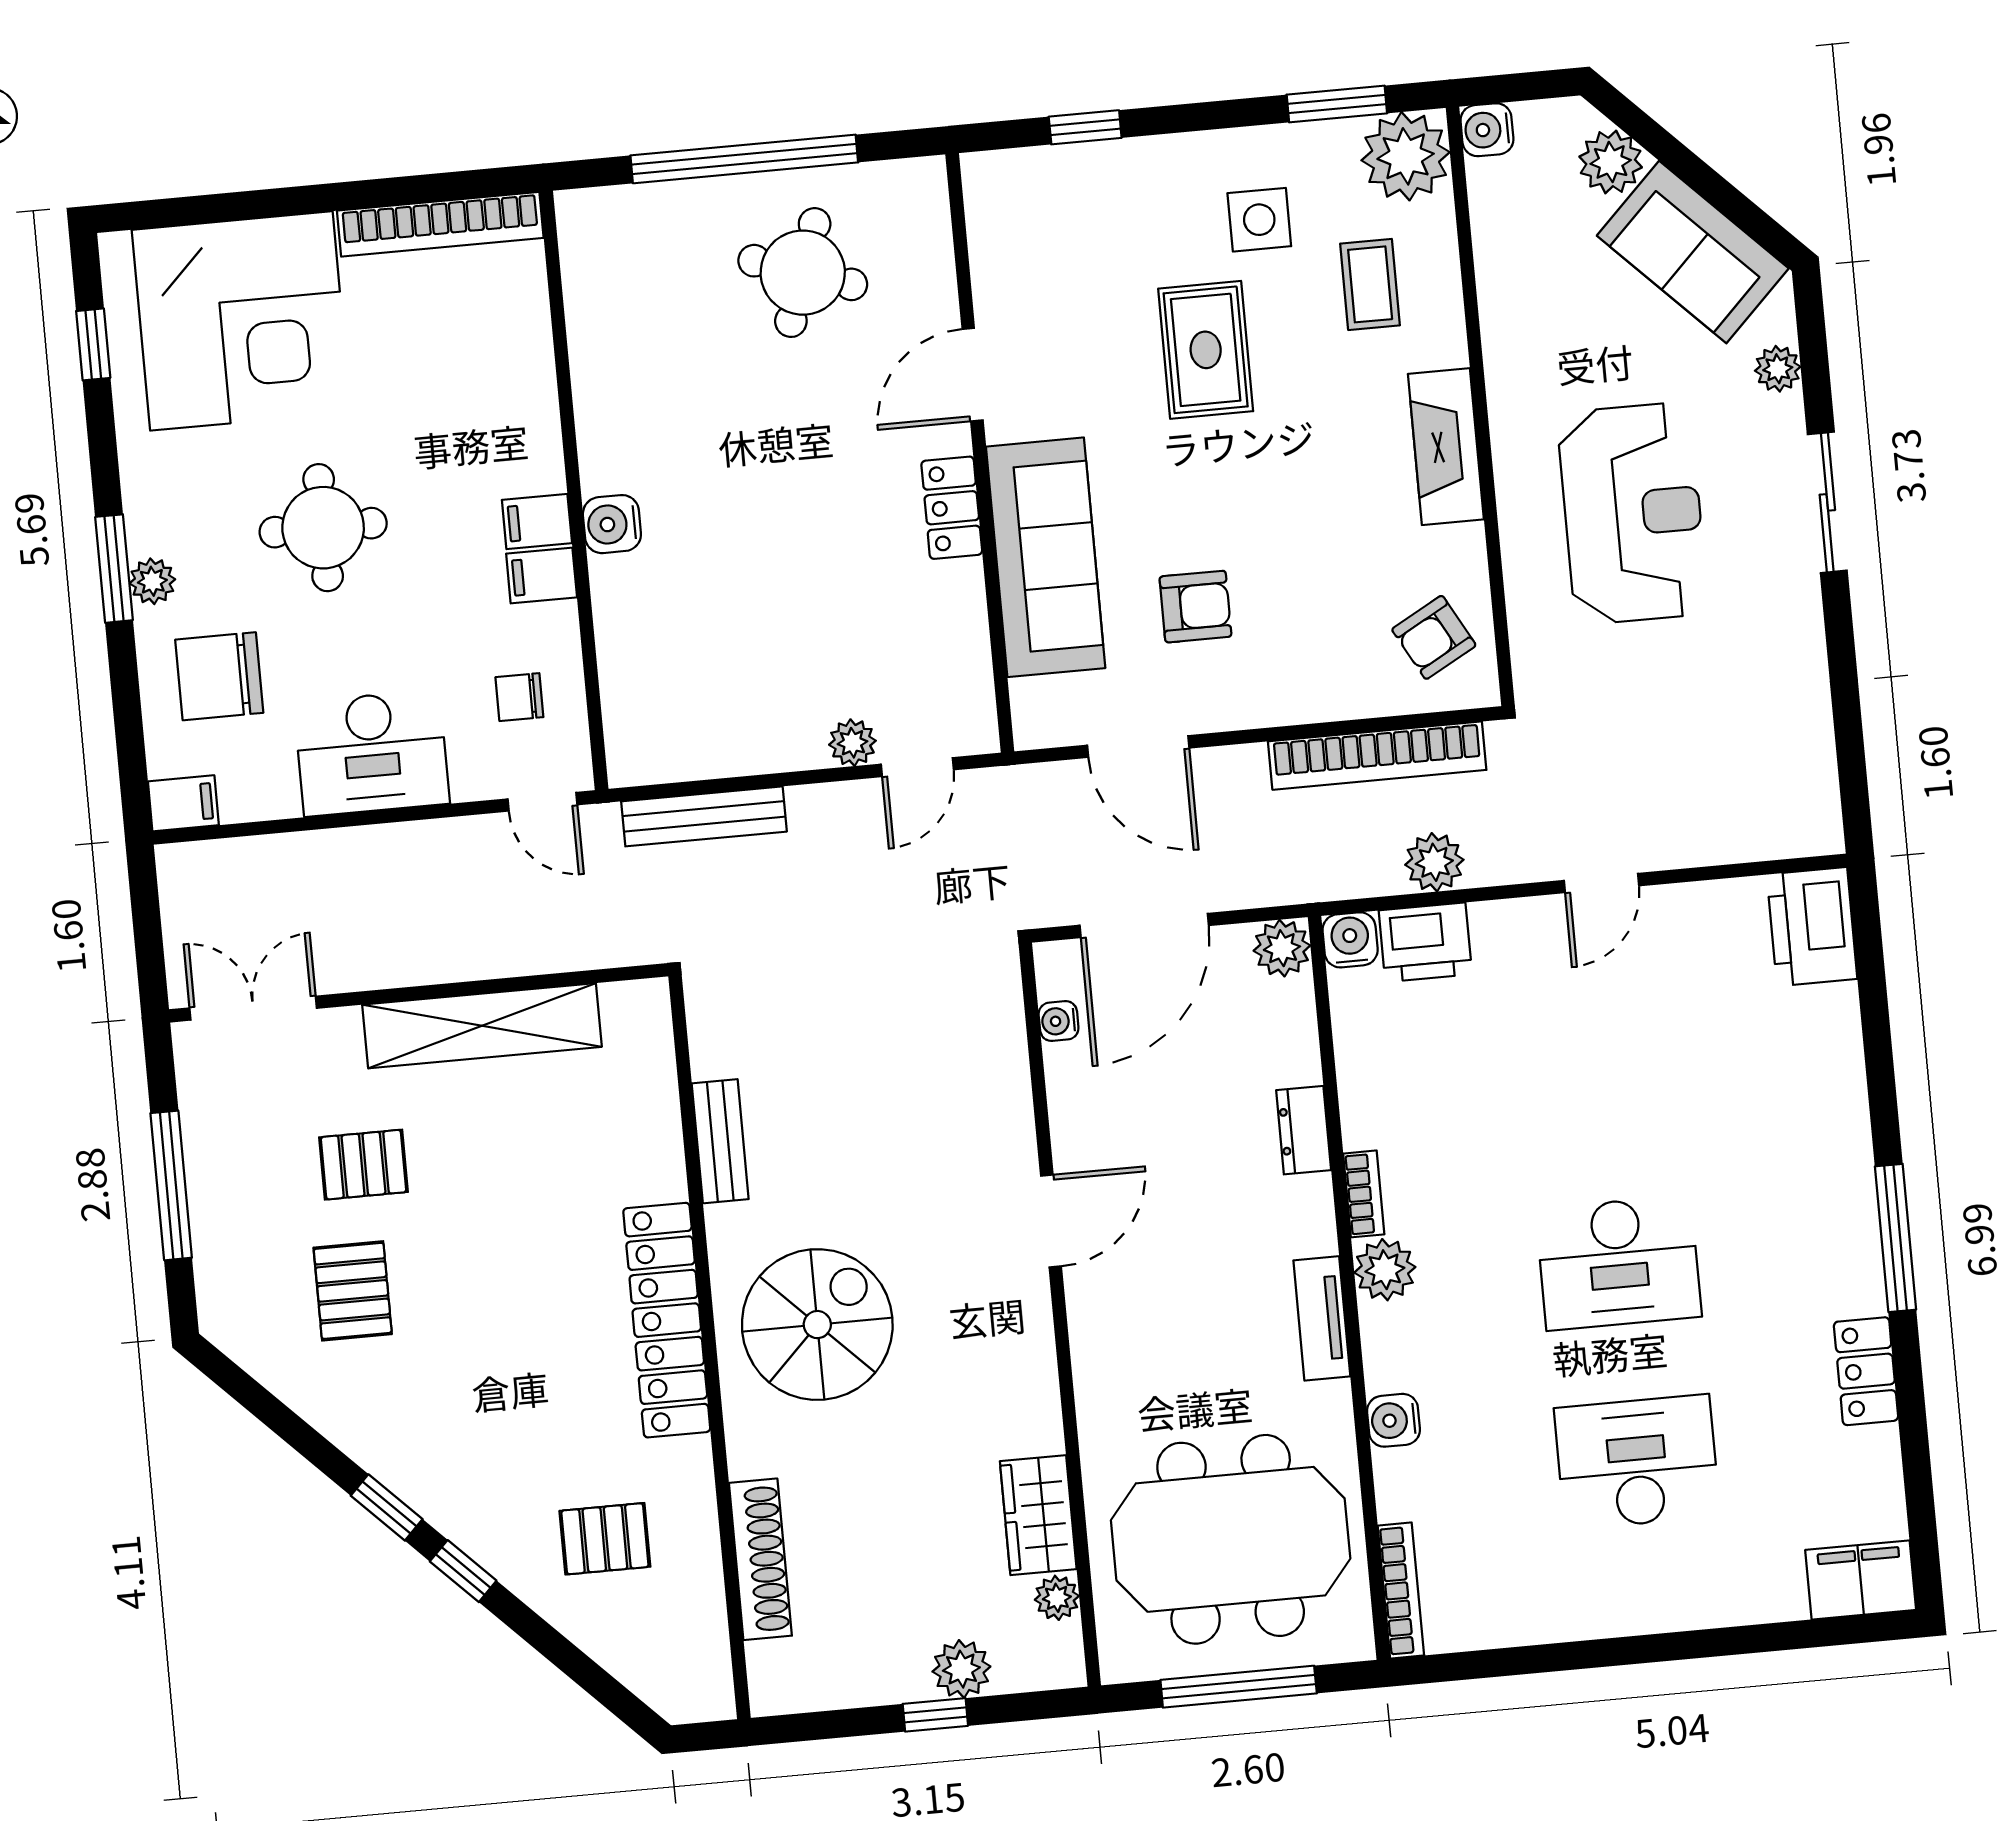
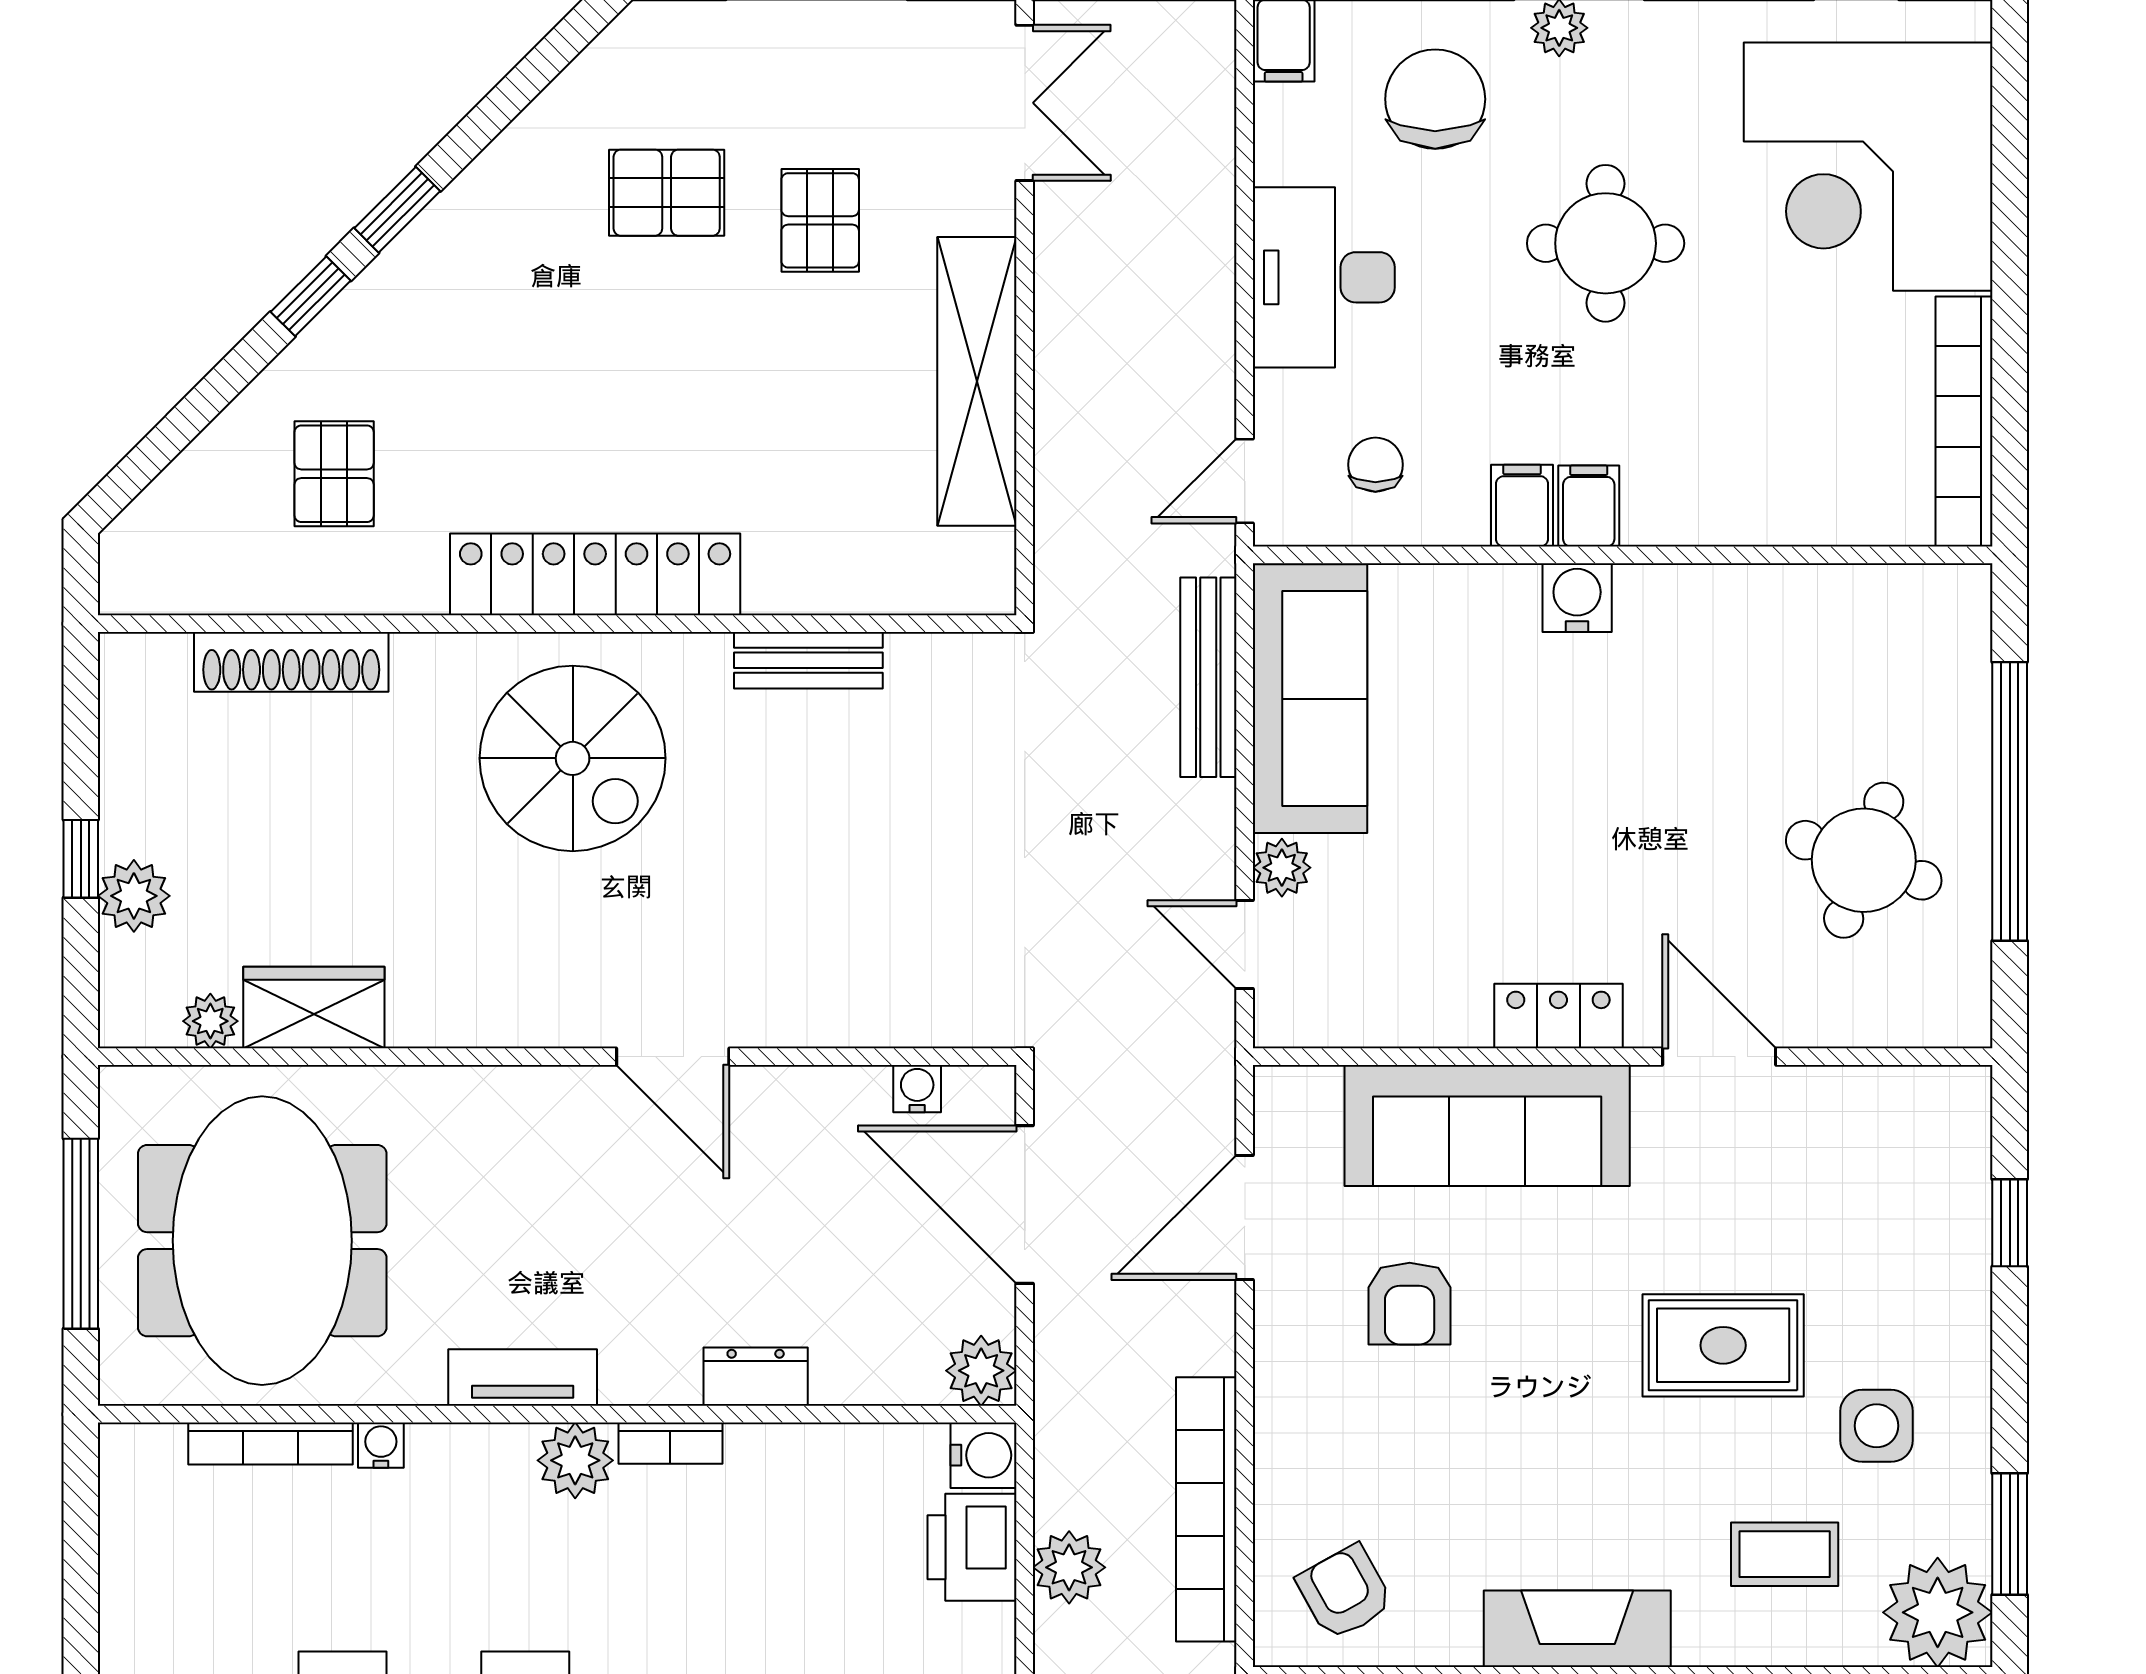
sofa: (714, 733) -> (1310, 699), added
water cooler: (1394, 1420) -> (381, 1445), width x0.72, depth x0.72
bookcase: (1401, 1591) -> (270, 1443), moved

